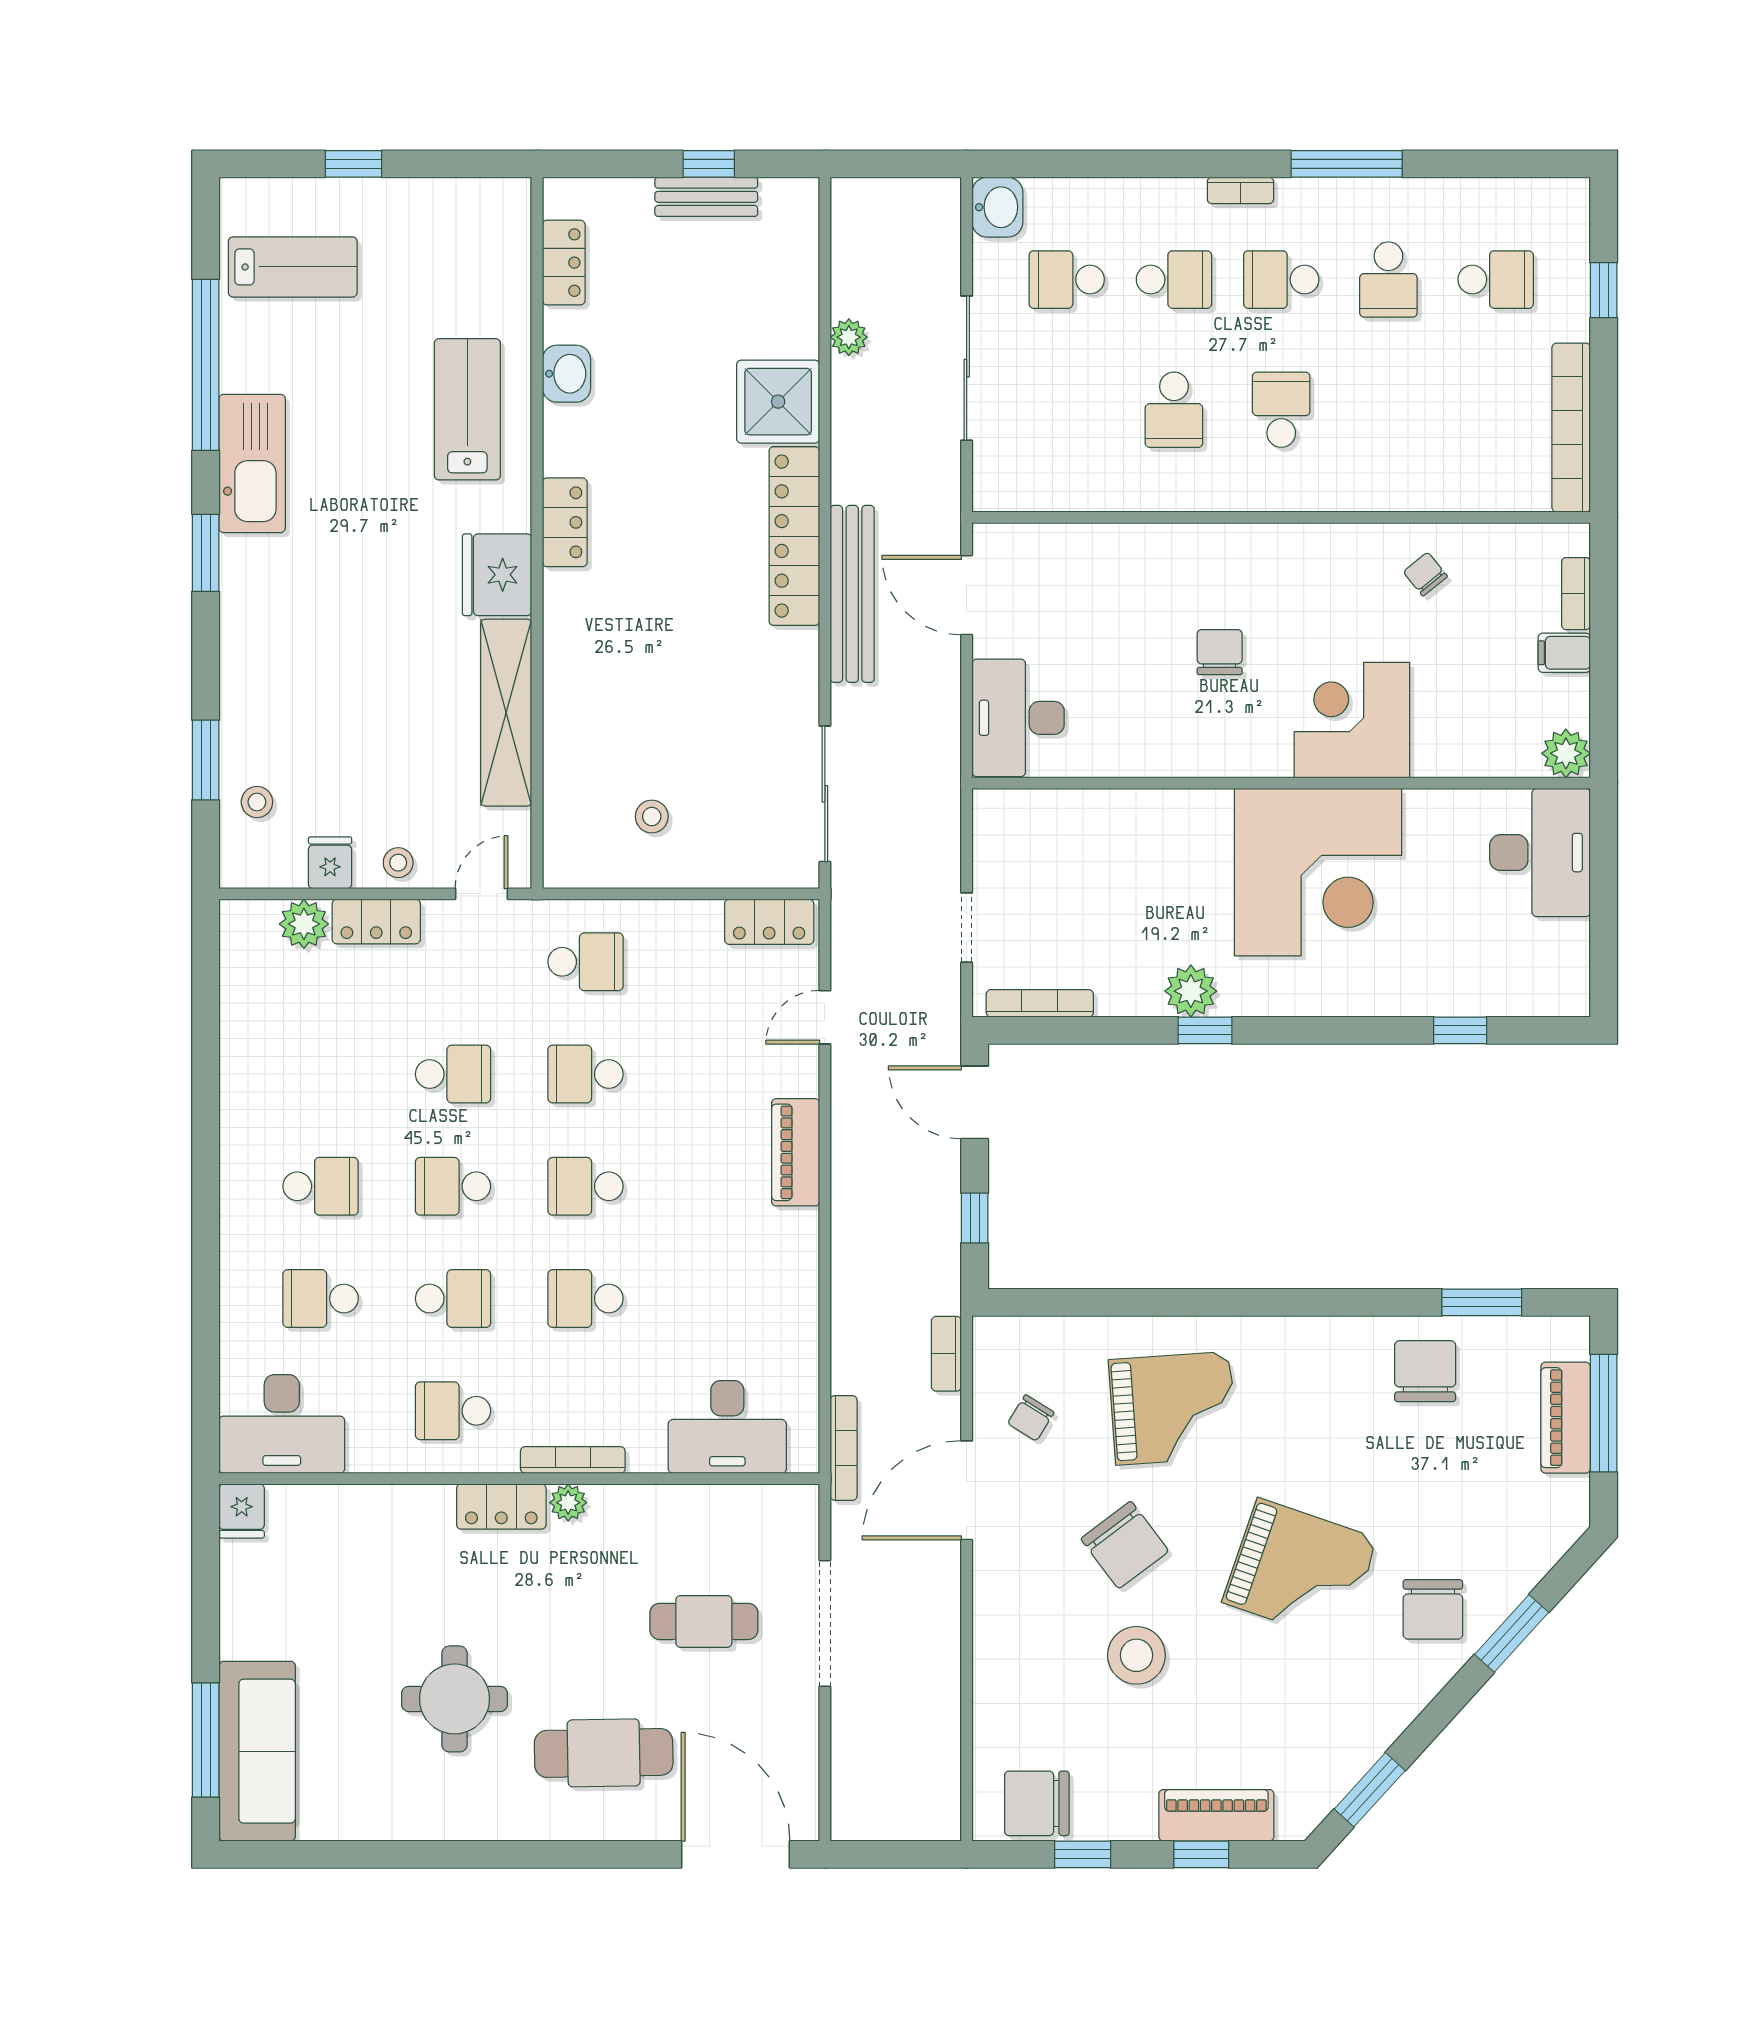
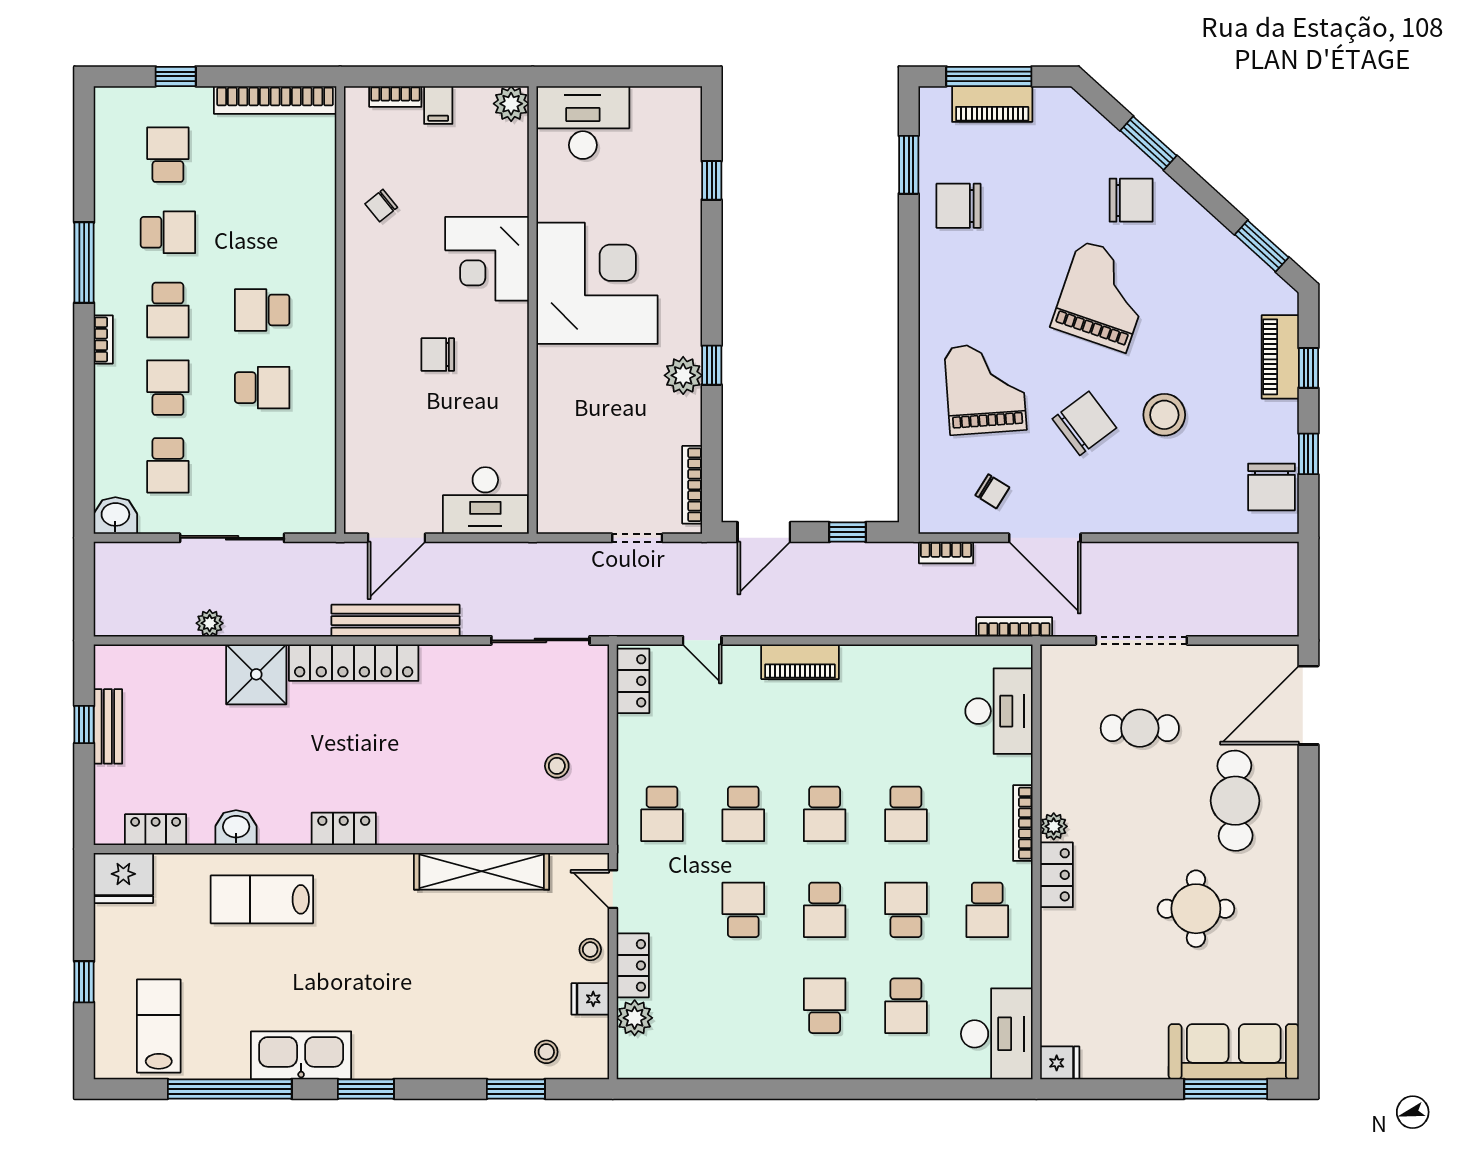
fridge: (497, 575) -> (123, 878), moved
school desk: (585, 962) -> (662, 814), turned 180
cafe table: (704, 1621) -> (1140, 728), turned 90

